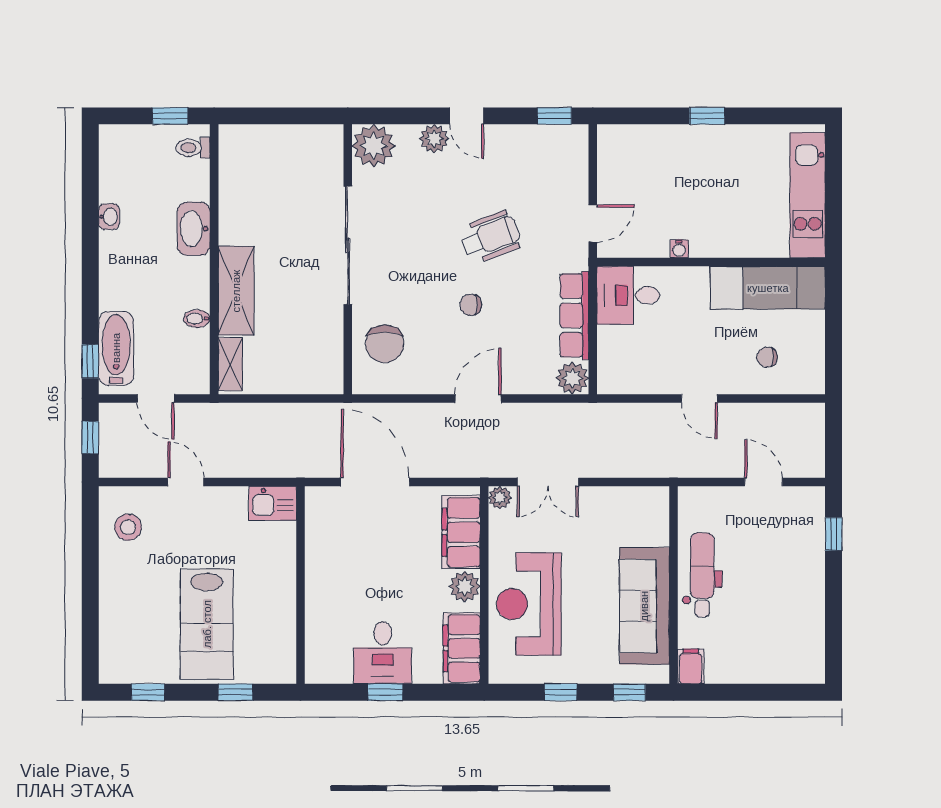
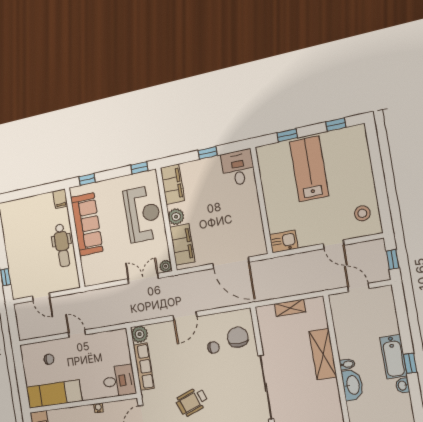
chair: (471, 305) -> (213, 347), moved
bidet: (197, 319) -> (347, 364), moved
bathtub: (116, 348) -> (393, 357), moved
window: (90, 361) -> (410, 363), moved
shelving: (230, 364) -> (290, 308), moved, turned 90
desk: (383, 653) -> (238, 168), moved
window: (561, 692) -> (139, 168), moved

